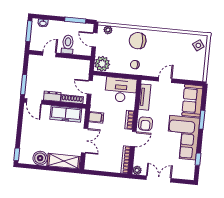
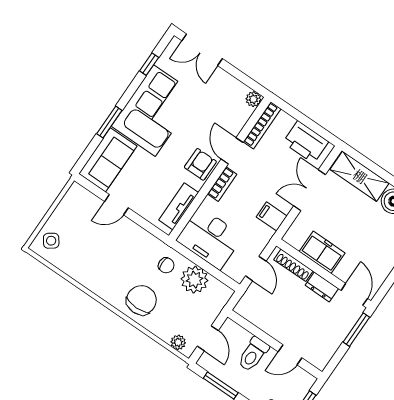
chair: (138, 41) -> (141, 300), turned -90
plant: (102, 64) -> (194, 280), moved
door: (165, 80) -> (116, 205), moved
freezer: (66, 114) -> (322, 252), width x0.71
door: (134, 139) -> (232, 151), hinge flipped
printer: (100, 163) -> (306, 142), added
double door: (159, 179) -> (202, 50), moved

